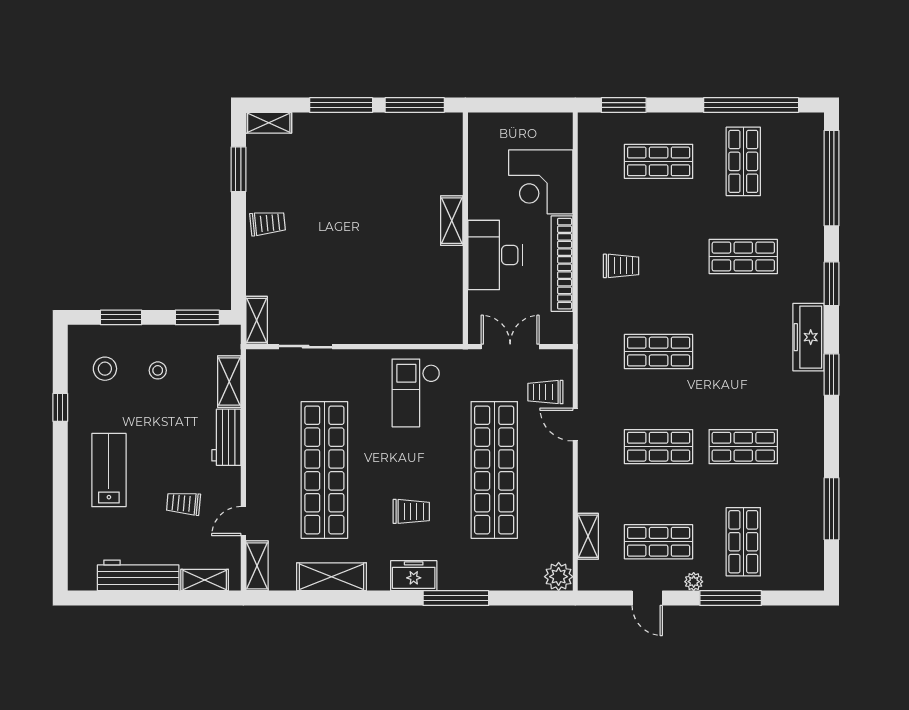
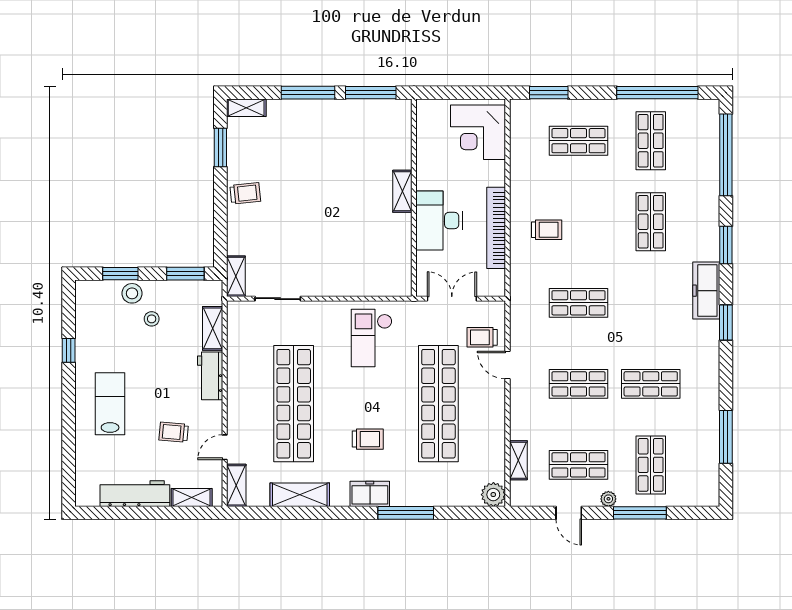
corner desk: (541, 182) -> (478, 132), moved
shop shelf: (743, 256) -> (651, 222), turned 90
stool: (105, 369) -> (132, 293), moved

